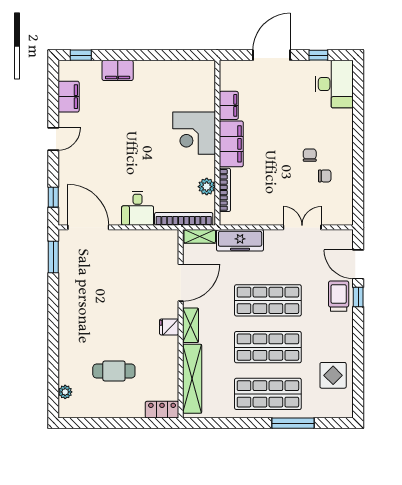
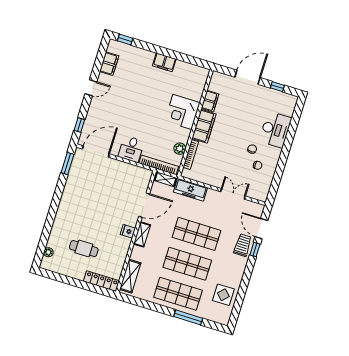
filing cabinet: (118, 70) -> (164, 62), moved
desk: (334, 84) -> (275, 130), moved
door: (88, 227) -> (96, 151), hinge flipped
shelving: (192, 379) -> (130, 276), width x0.68
locker: (162, 410) -> (101, 281), width x1.53

